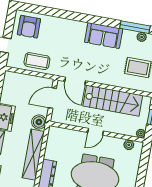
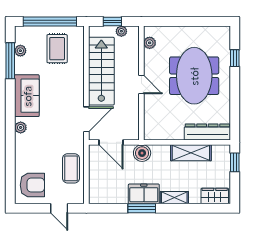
plant: (78, 26) -> (21, 127), added
plant: (141, 133) -> (121, 31), moved
shelving: (33, 155) -> (191, 153), width x0.68

